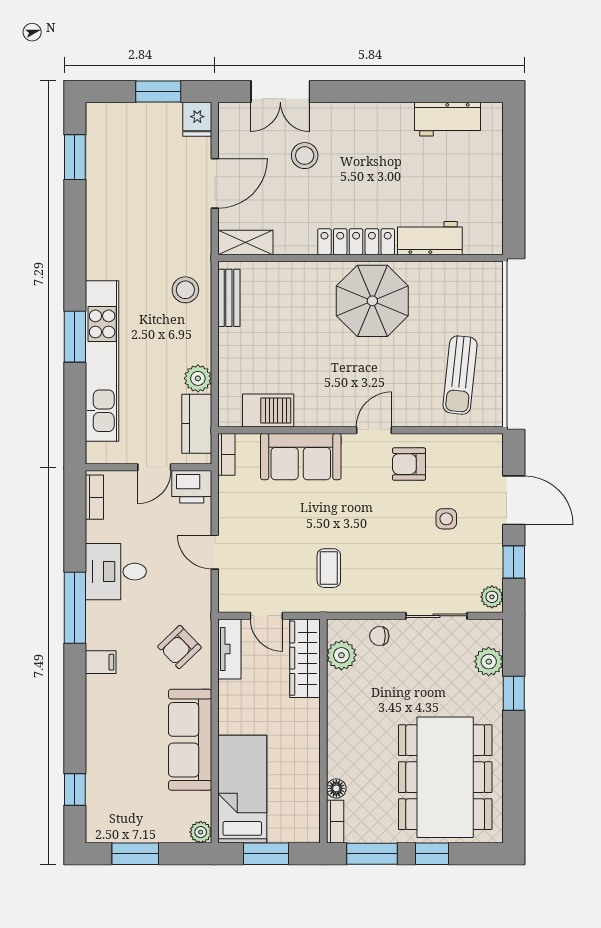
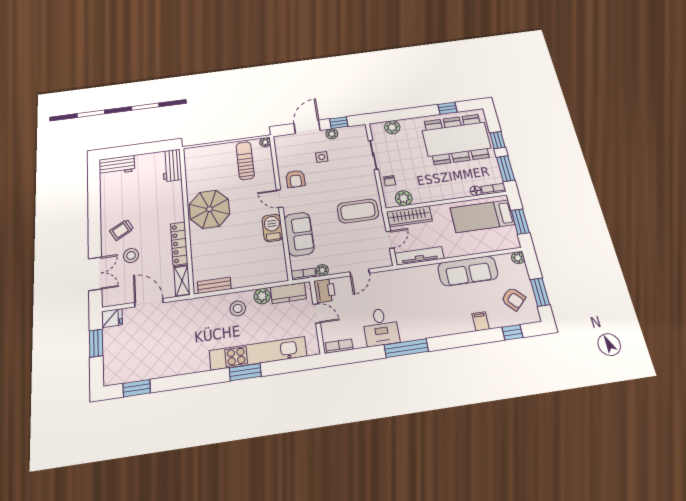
workbench: (448, 119) -> (117, 165), moved, turned 90
trolley: (356, 140) -> (122, 230), added
workbench: (430, 238) -> (172, 165), moved
locker: (356, 242) -> (179, 244), moved
stool: (185, 290) -> (238, 308), moved
sun lounger: (460, 375) -> (245, 161), turned -96
barbecue: (268, 410) -> (272, 228), moved
plant: (493, 417) -> (265, 142), added
plant: (228, 488) -> (322, 270), added
coffee table: (329, 568) -> (358, 211), width x1.86, depth x1.72
plant: (492, 597) -> (332, 134), moved
armchair: (179, 647) -> (513, 299), moved
tv unit: (229, 649) -> (419, 256), width x1.41
filing cabinet: (101, 662) -> (481, 321), moved
window: (514, 693) -> (447, 108), moved
bed: (242, 789) -> (482, 216), moved

